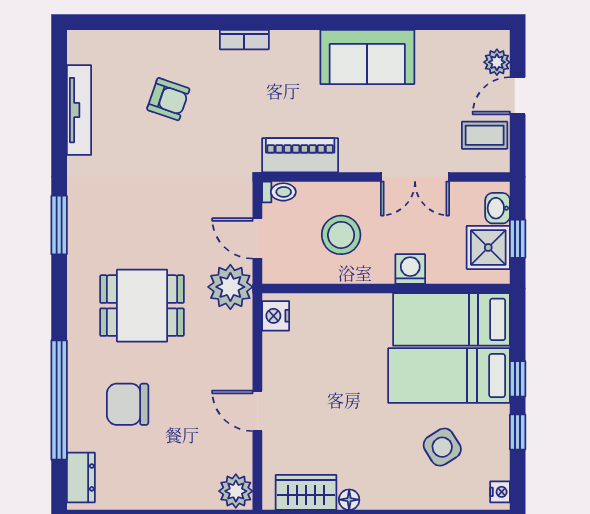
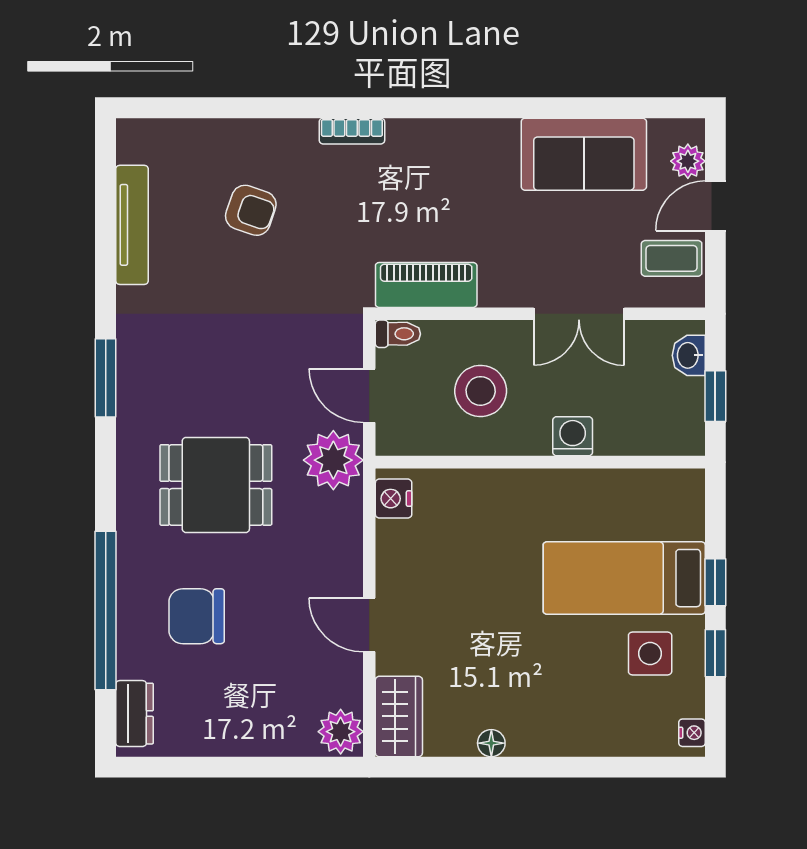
sofa: (367, 57) -> (584, 154), moved
shower: (488, 247) -> (676, 408), removed
bed: (451, 319) -> (627, 503), removed
side table: (442, 447) -> (650, 653), moved, turned 32
wardrobe: (306, 492) -> (399, 716), moved, turned 90

